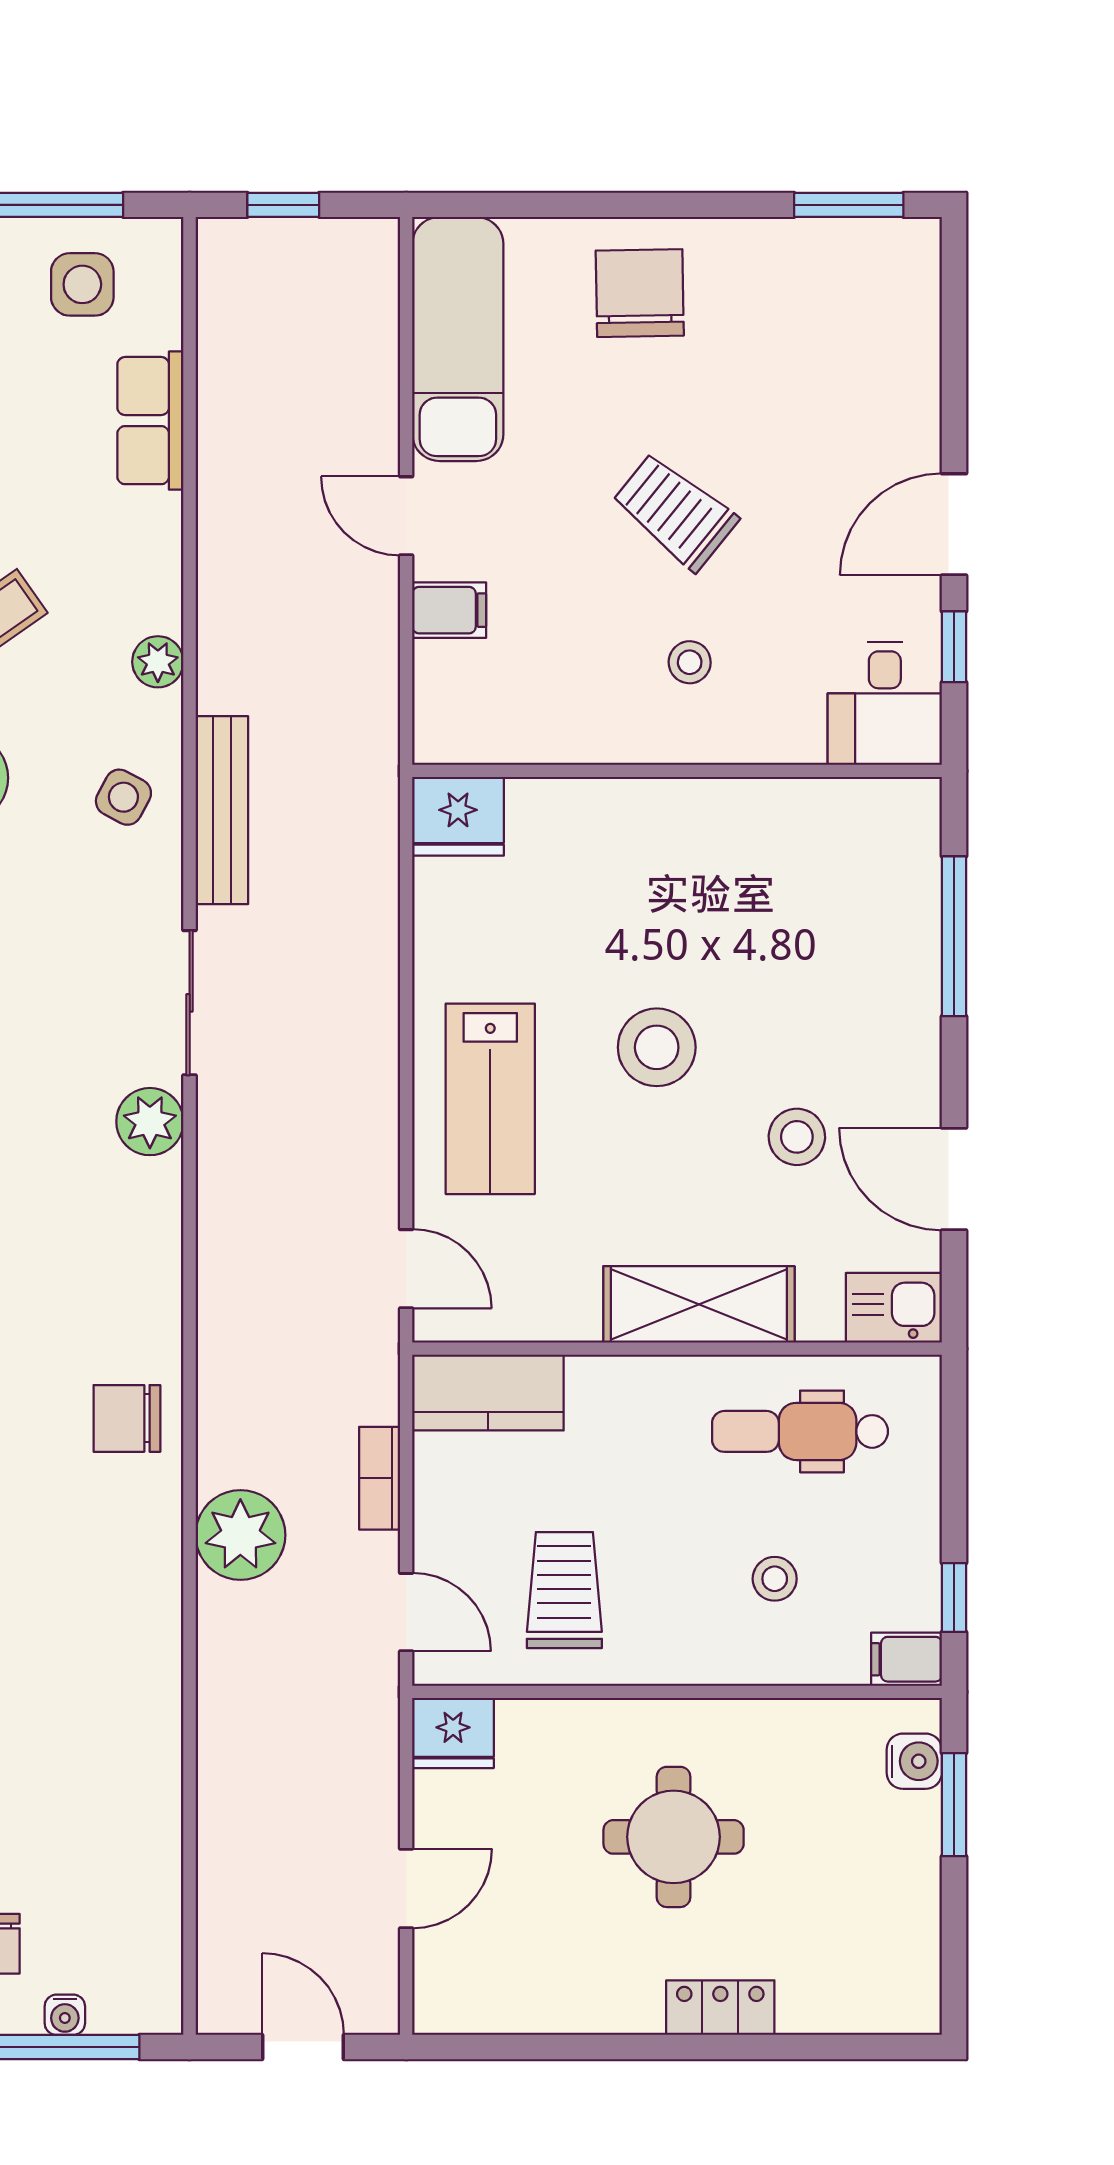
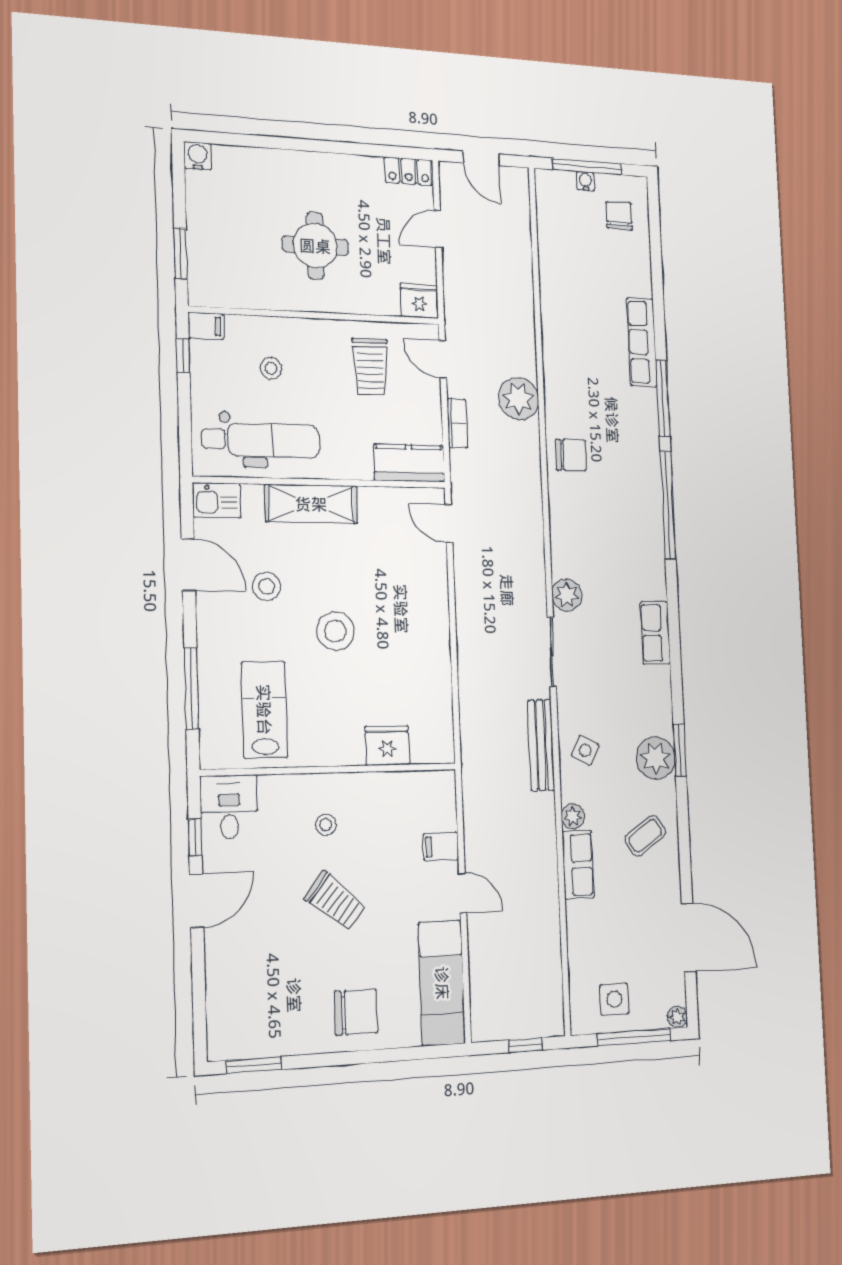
chair: (640, 293) -> (356, 1012), turned -89
row of seats: (150, 421) -> (578, 865), moved
fridge: (458, 816) -> (387, 745), moved
lab bench: (490, 1099) -> (264, 710), moved
dental chair: (800, 1431) -> (261, 440), width x1.36, depth x1.38
water cooler: (914, 1761) -> (198, 156), moved, turned 90
locker: (720, 2008) -> (409, 171), moved

